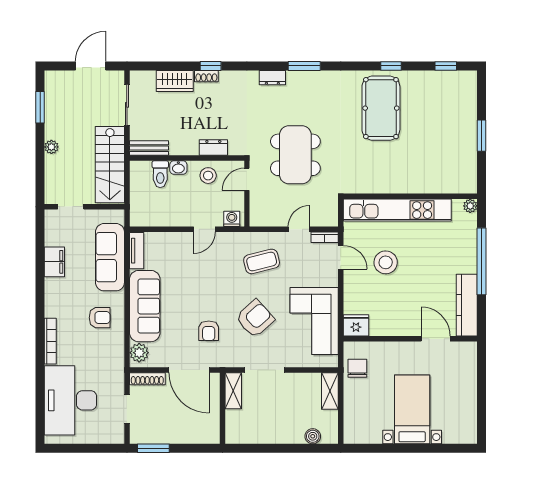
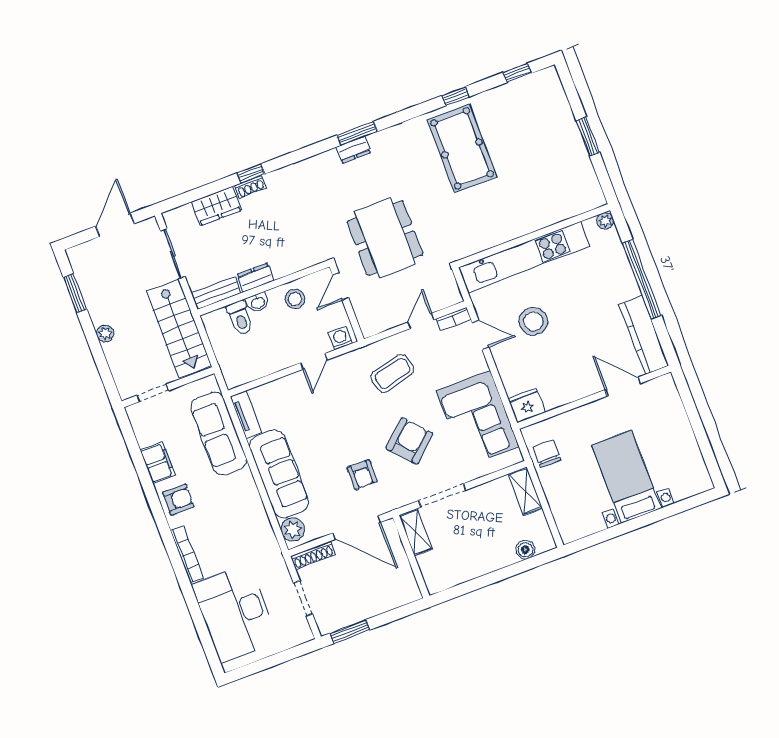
dresser: (272, 78) -> (353, 150), moved
dresser: (213, 148) -> (255, 278), moved
armchair: (100, 318) -> (178, 500), moved

